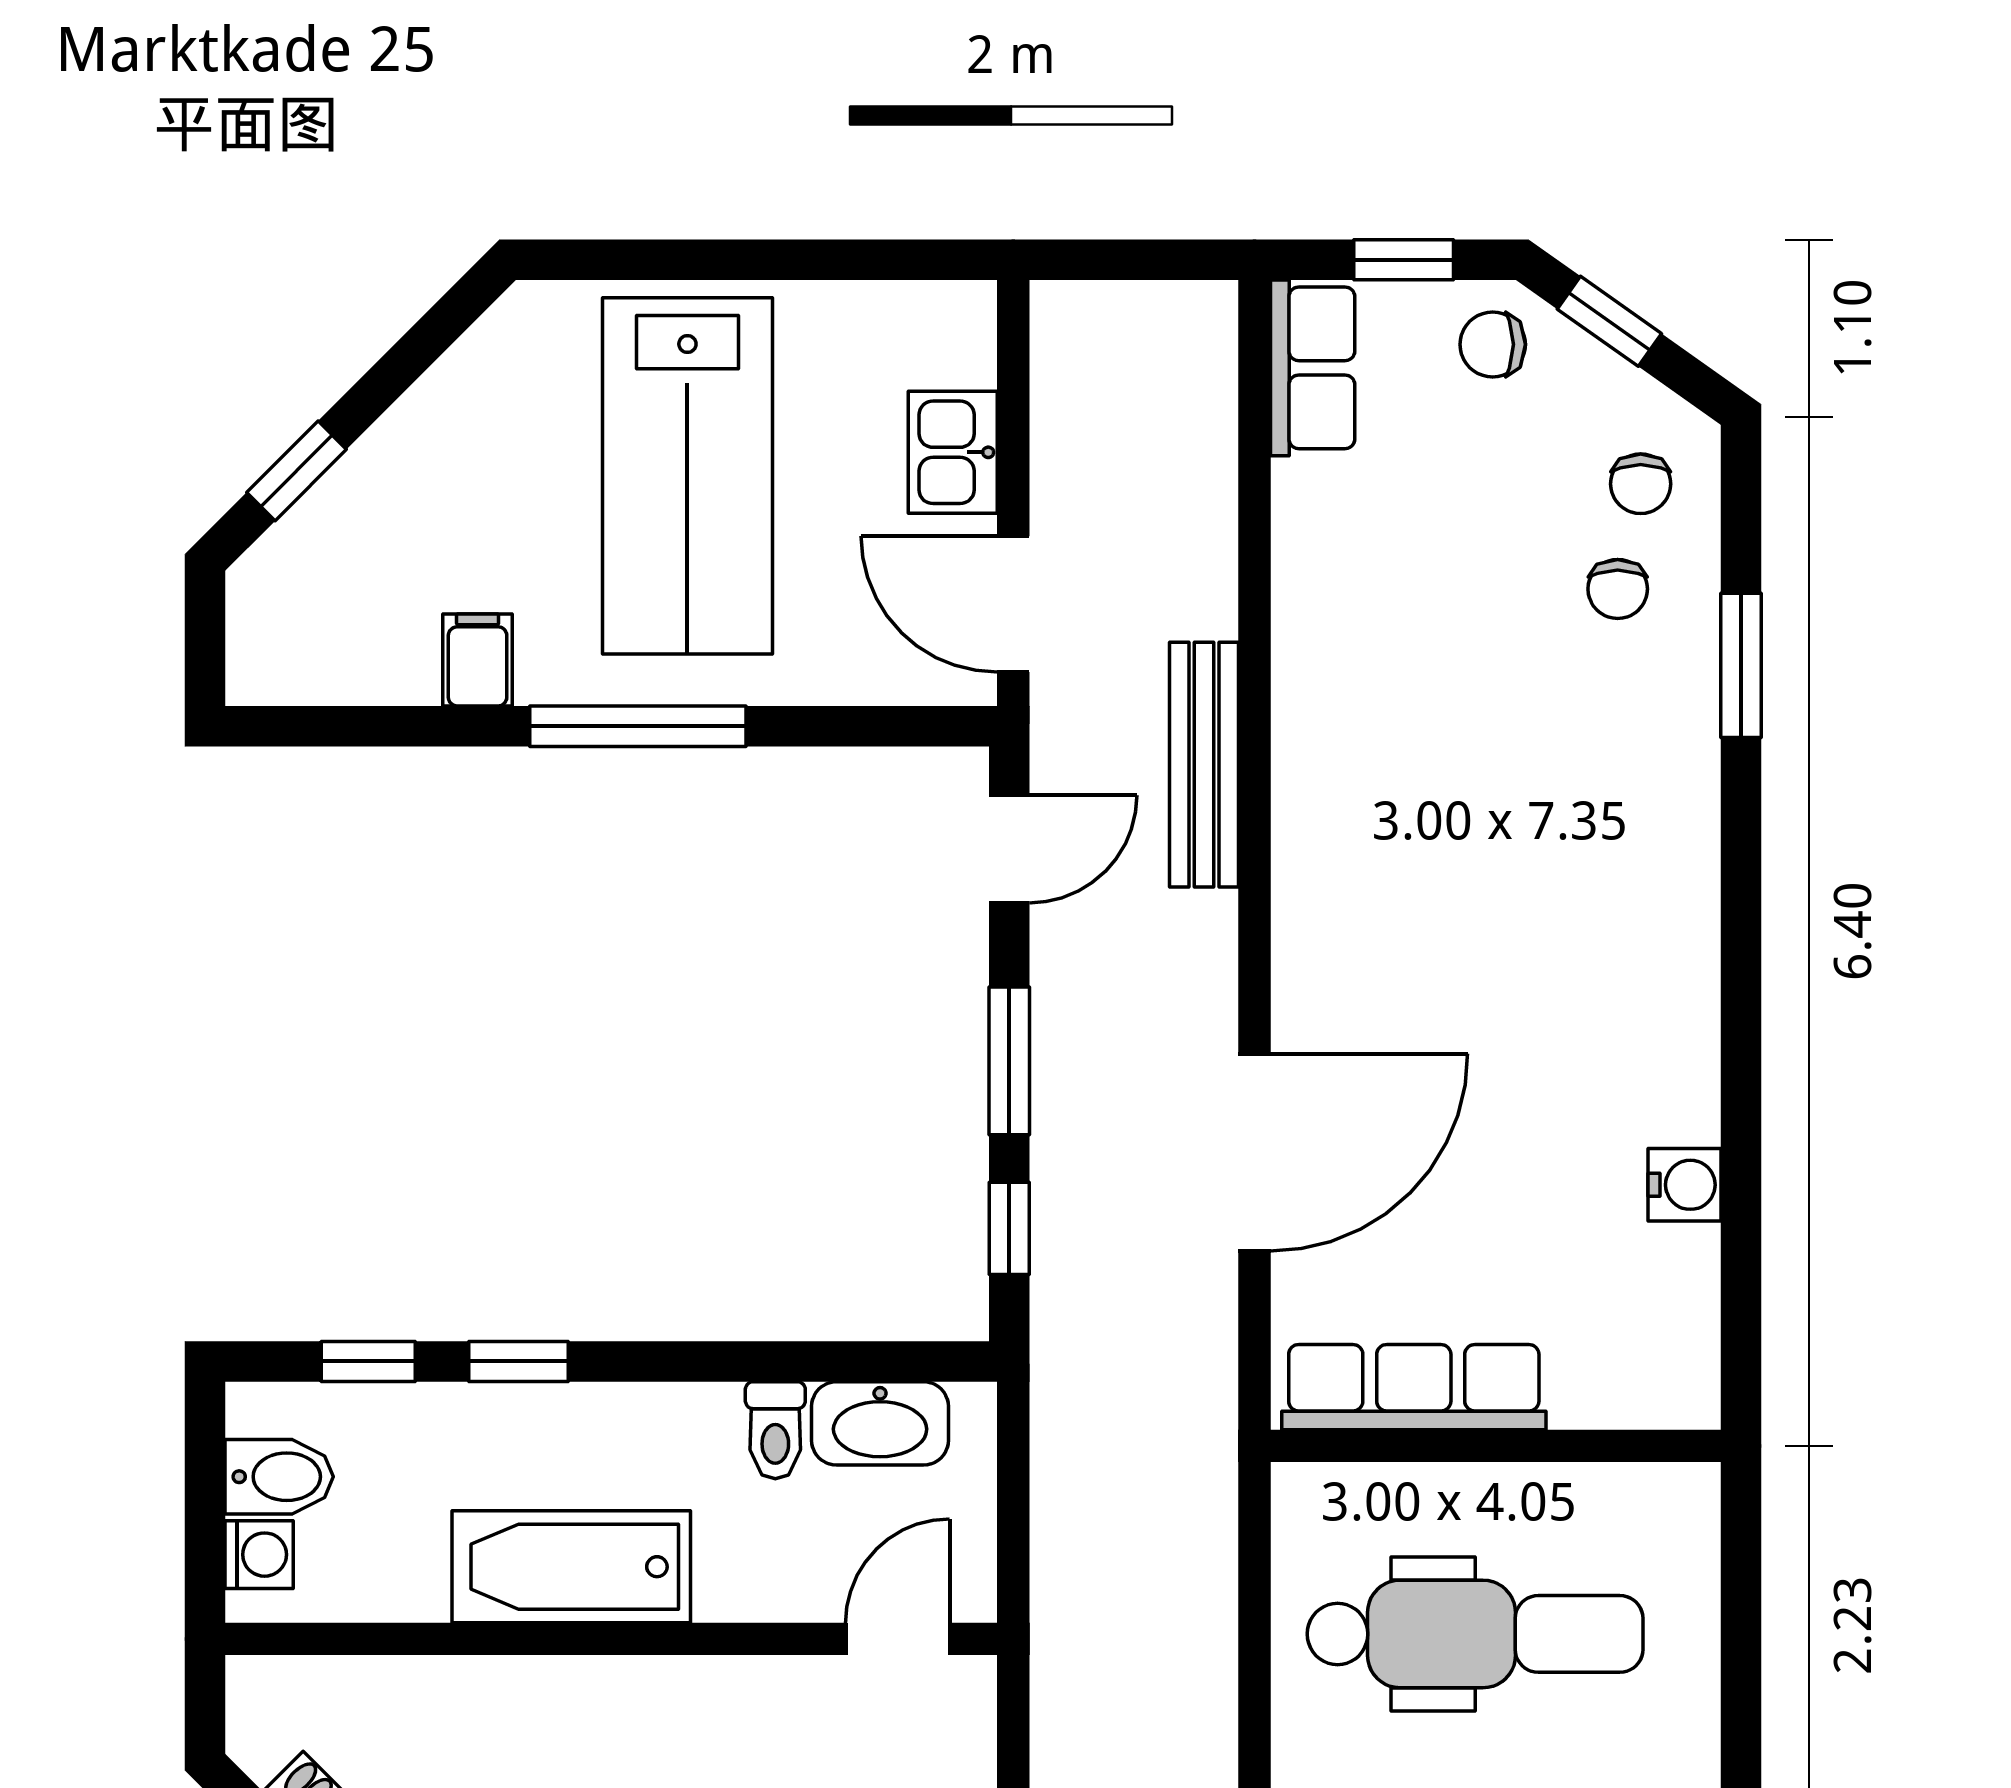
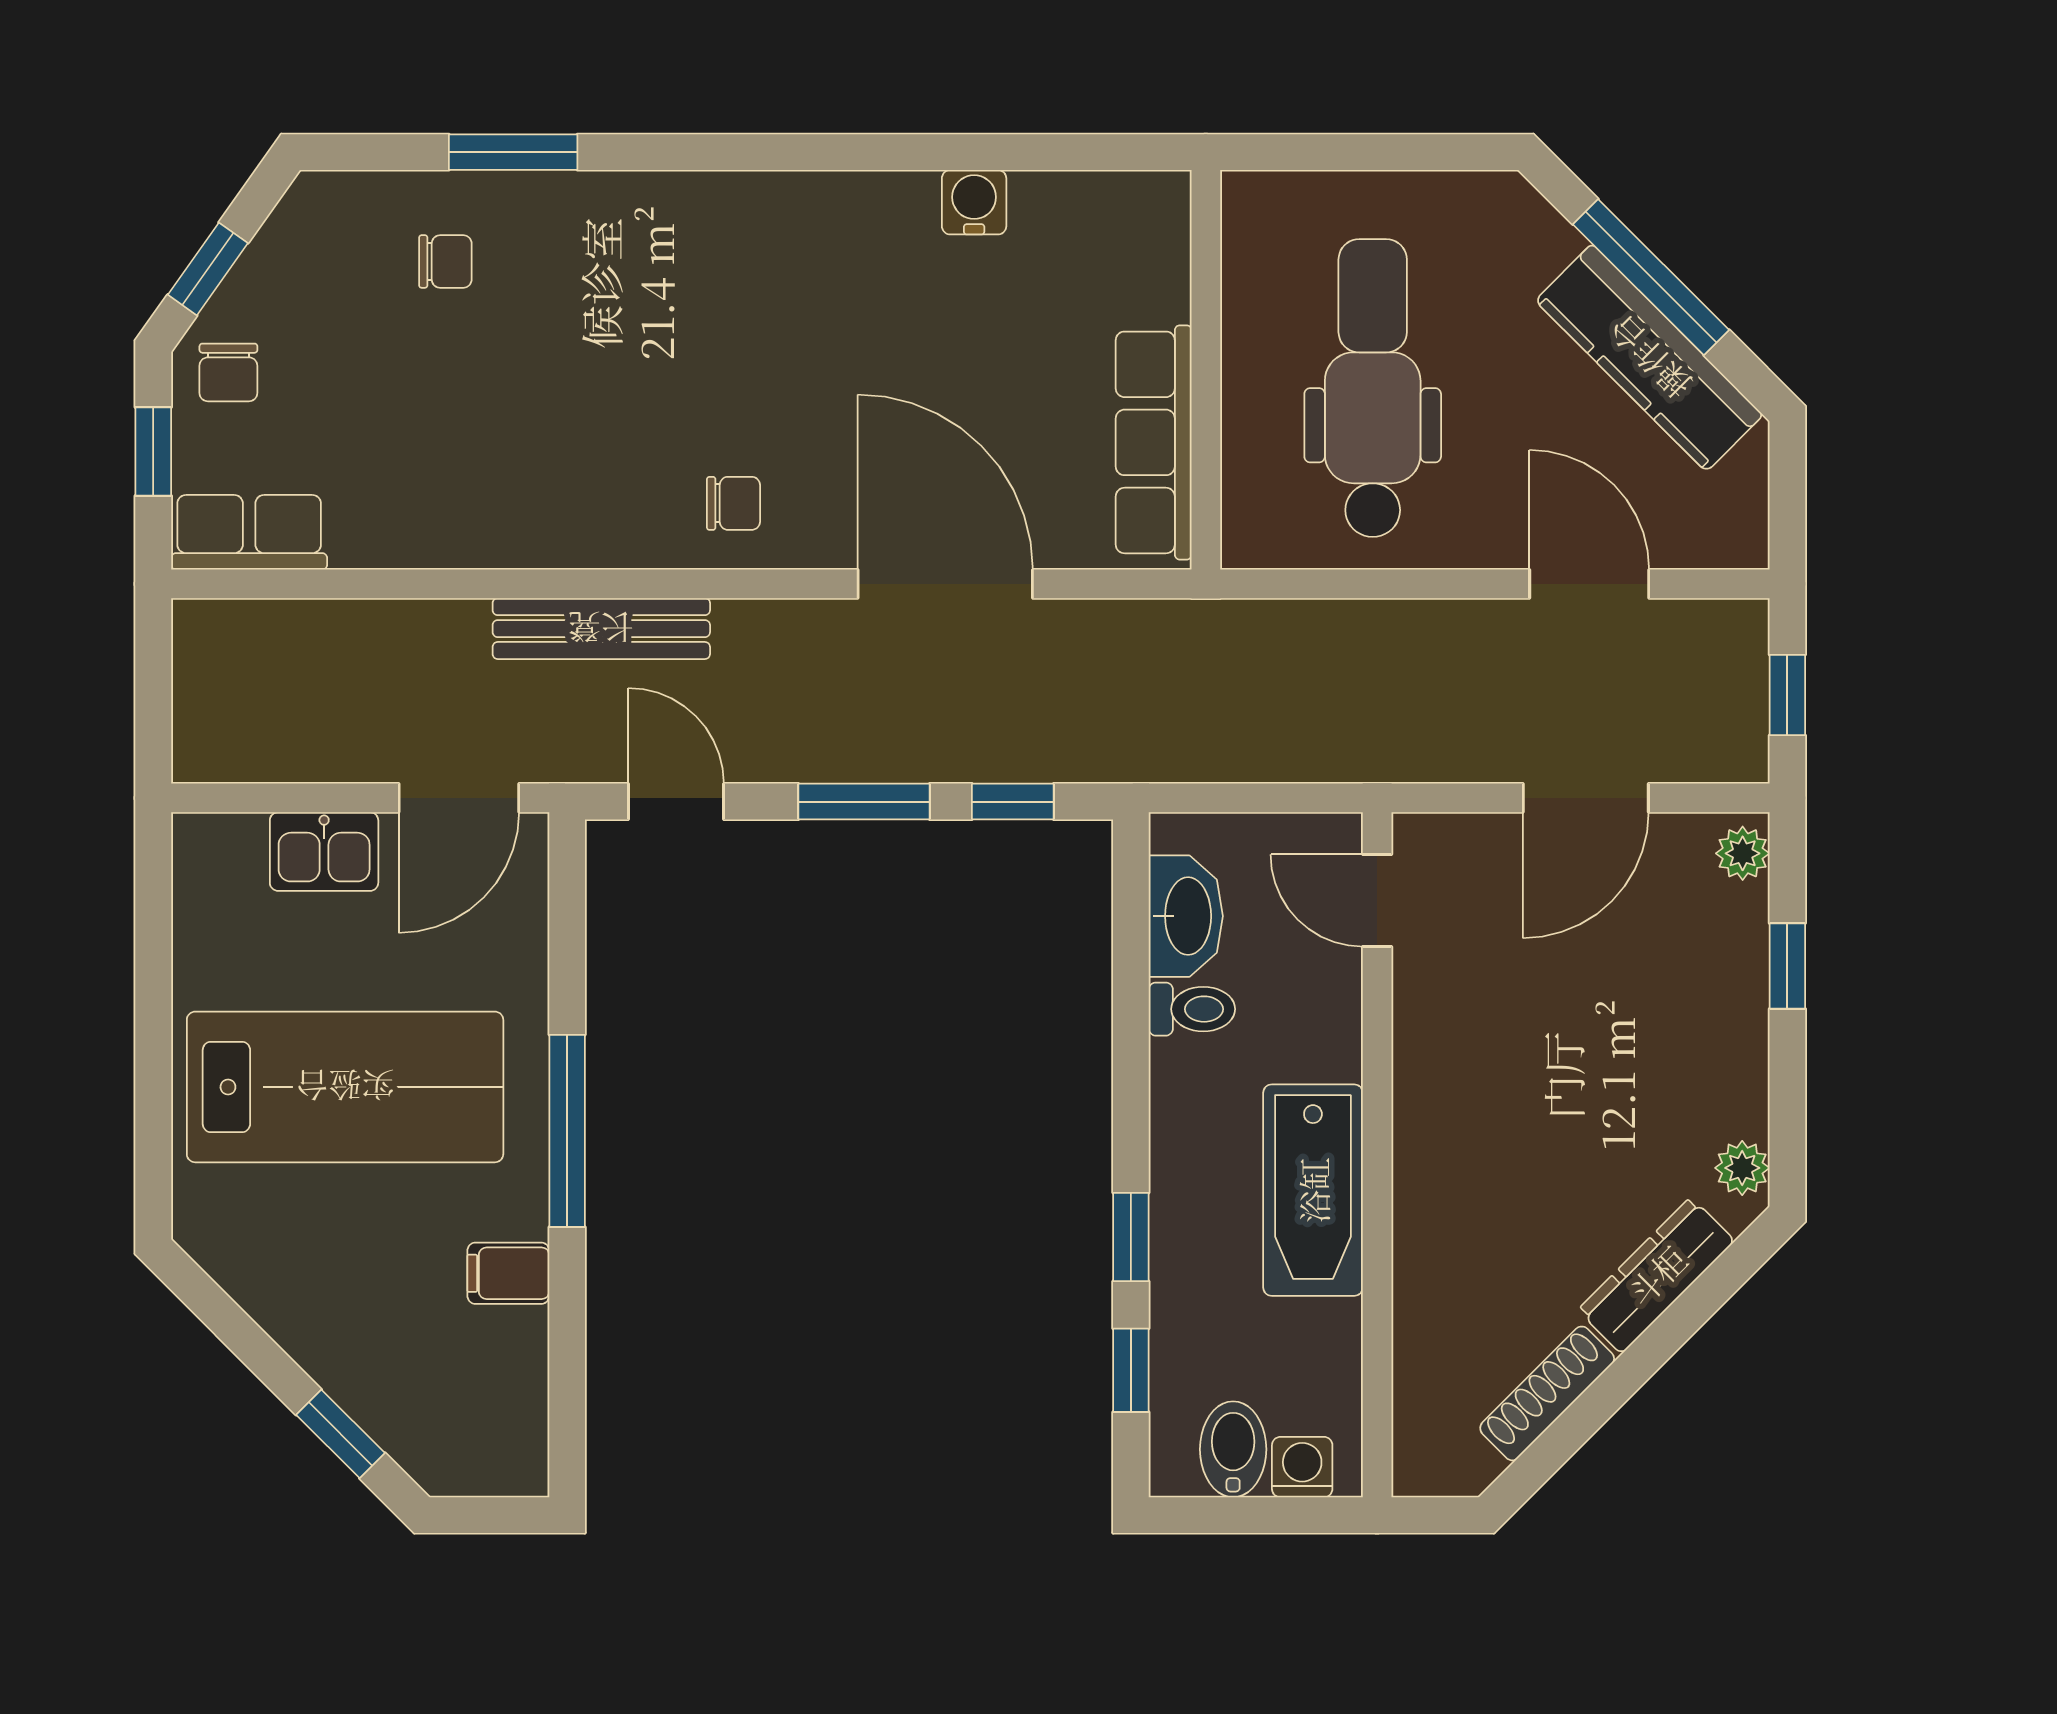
chair: (1641, 484) -> (733, 503), moved

